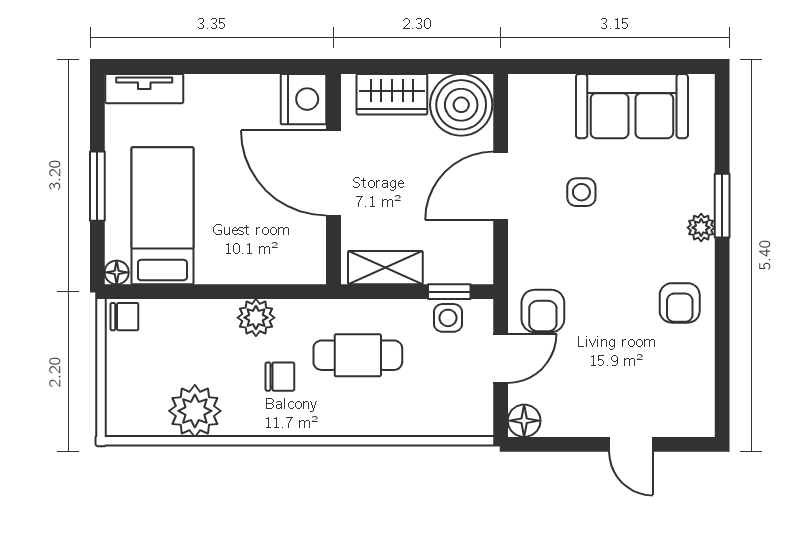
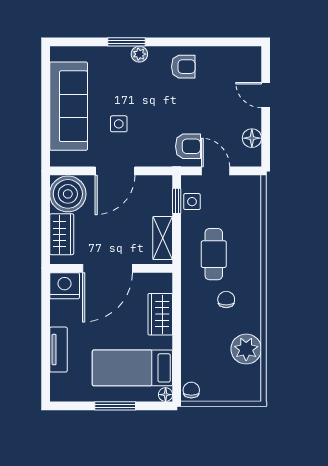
tv unit: (144, 89) -> (58, 350), moved
sofa: (632, 106) -> (69, 106), width x1.36
door: (501, 186) -> (115, 171), hinge flipped
wardrobe: (255, 264) -> (160, 314), added
plant: (256, 318) -> (192, 313), removed
floor lamp: (524, 421) -> (252, 138), moved
door: (631, 444) -> (266, 95), swing flipped

